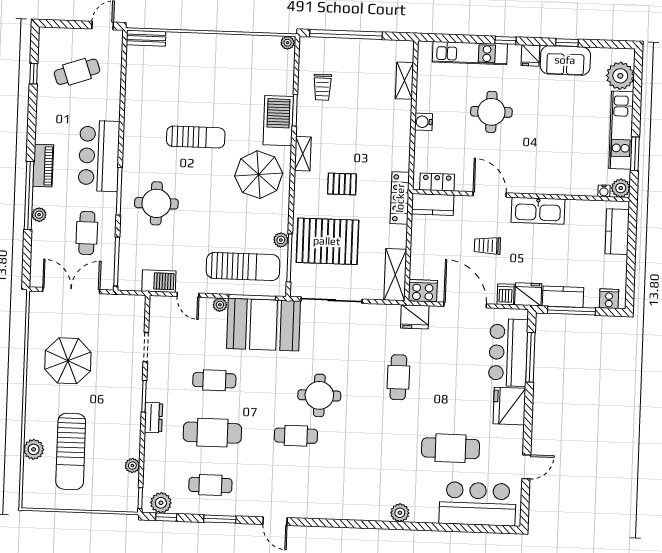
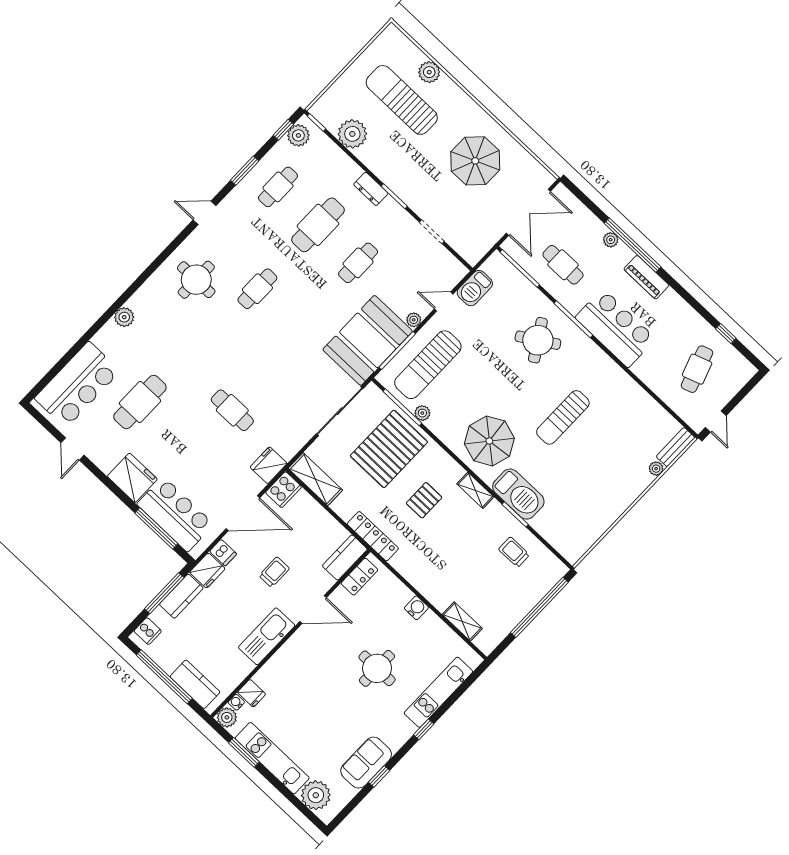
plant: (288, 43) -> (656, 469), moved
fridge: (530, 55) -> (252, 693), moved, turned 180
round table: (156, 203) -> (538, 340), turned -32
window: (631, 258) -> (164, 677), added
round table: (319, 395) -> (196, 280), moved
plant: (132, 466) -> (352, 134), width x1.87, depth x1.87

